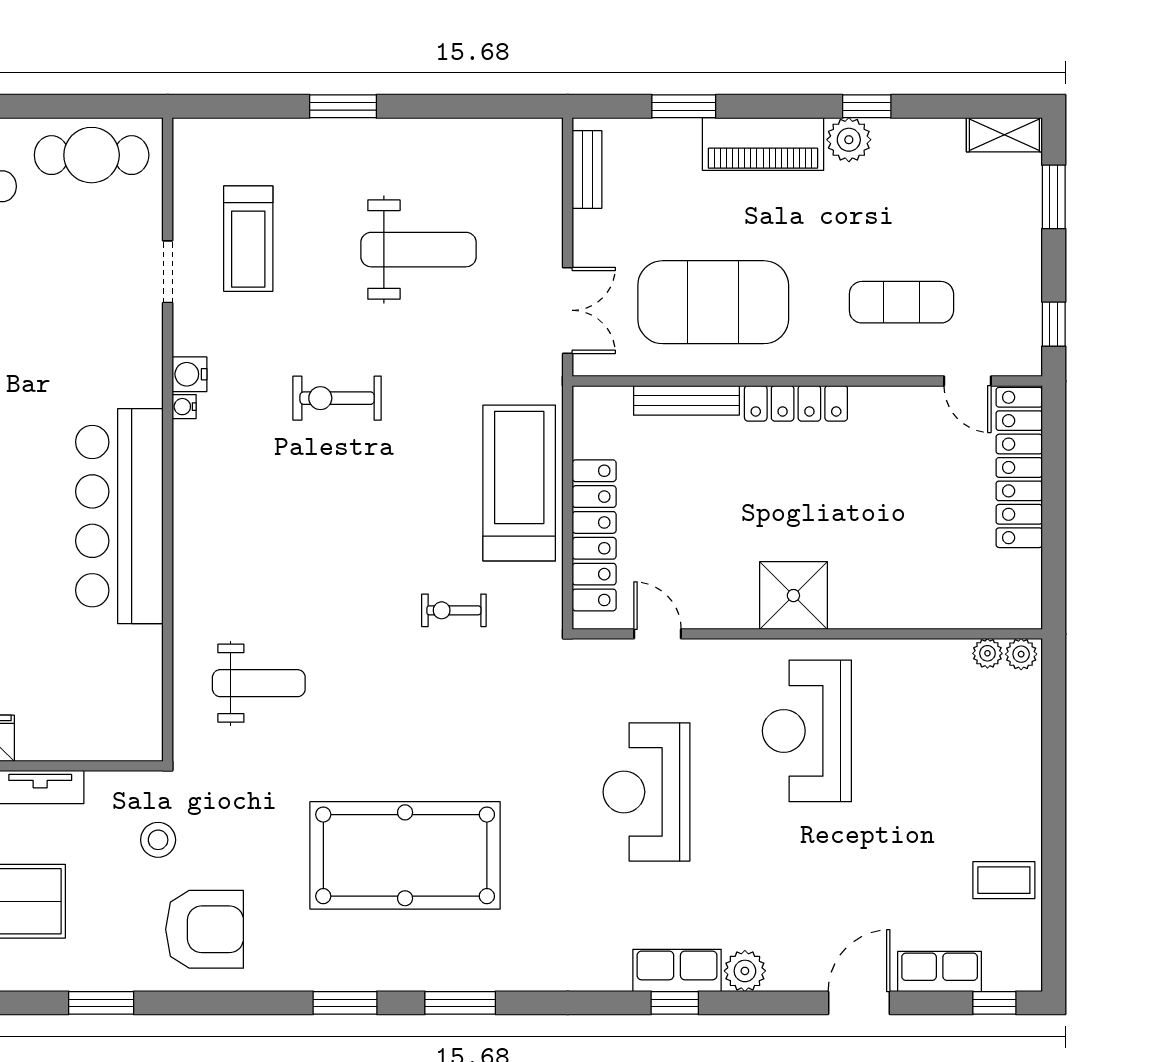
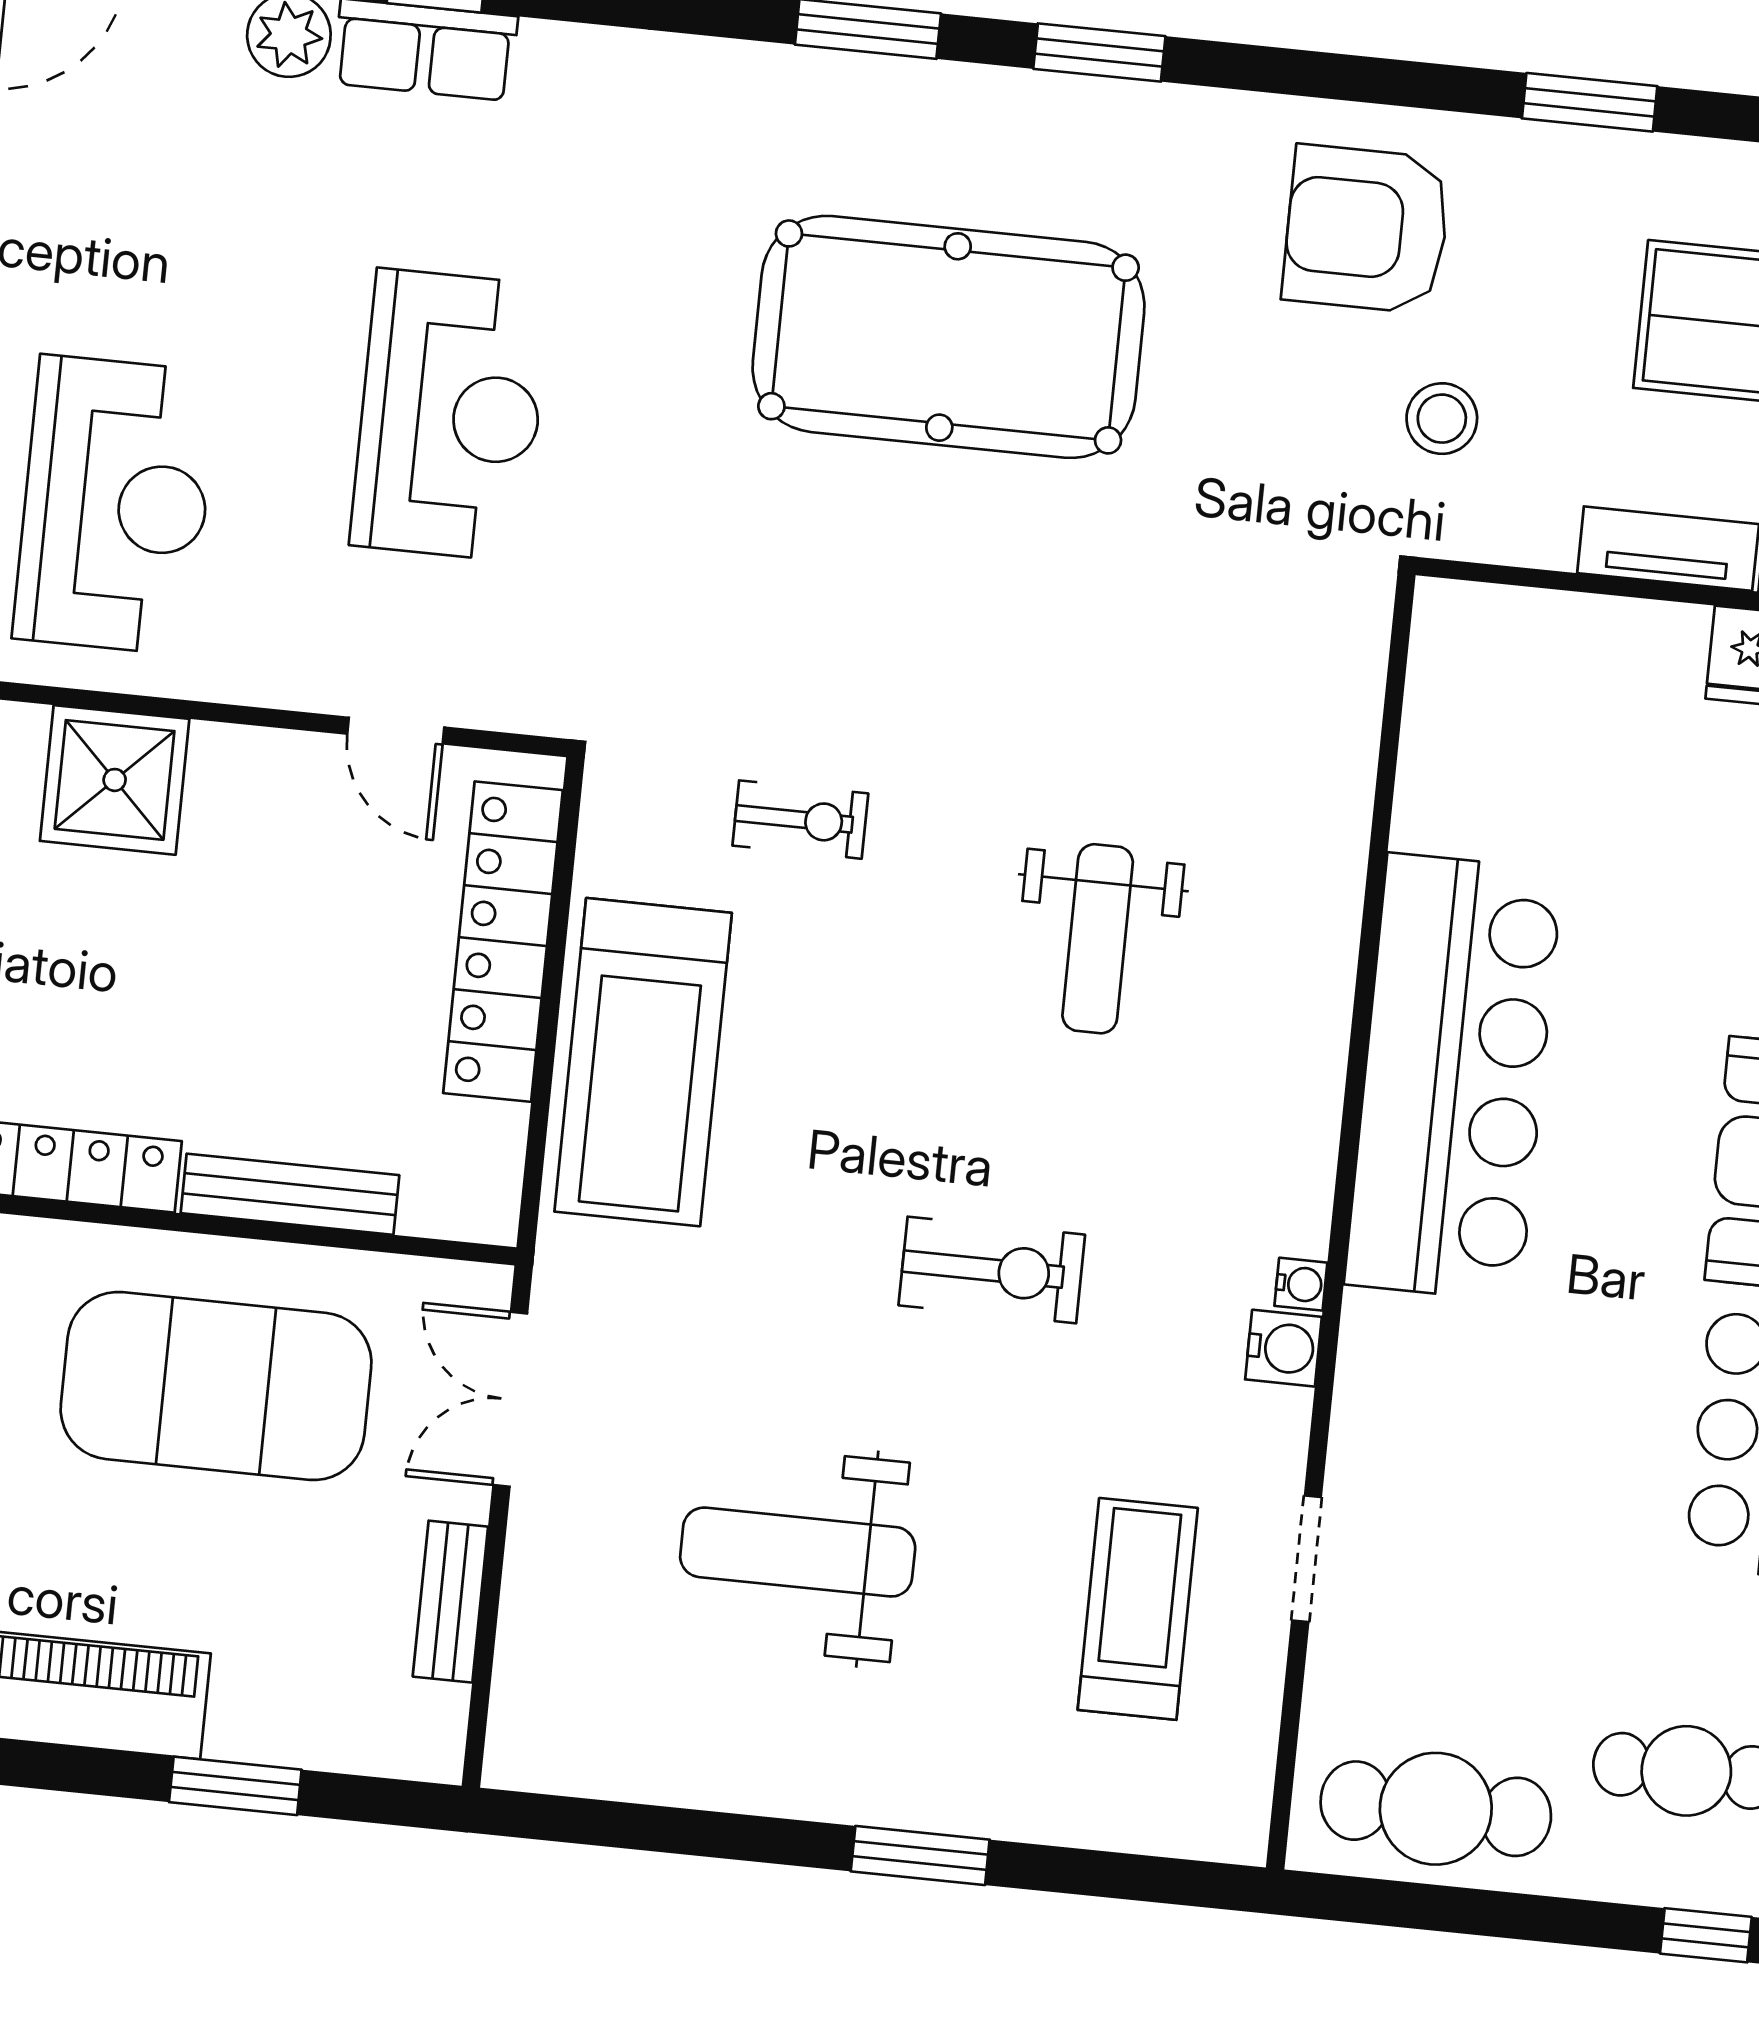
bench: (587, 170) -> (450, 1602), moved
weight bench: (259, 683) -> (1098, 939), moved, turned -90

